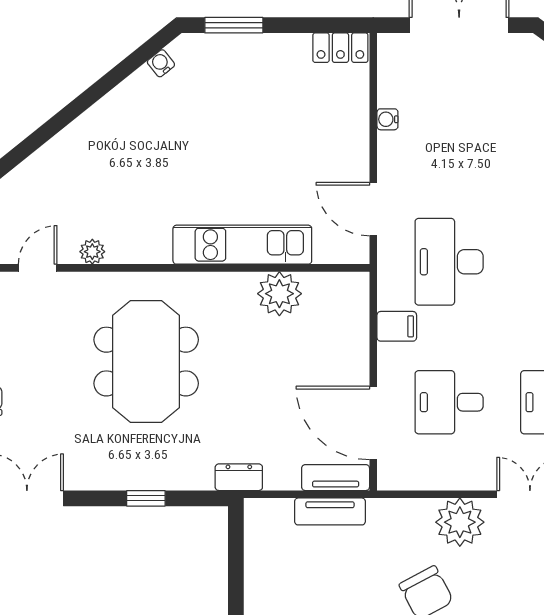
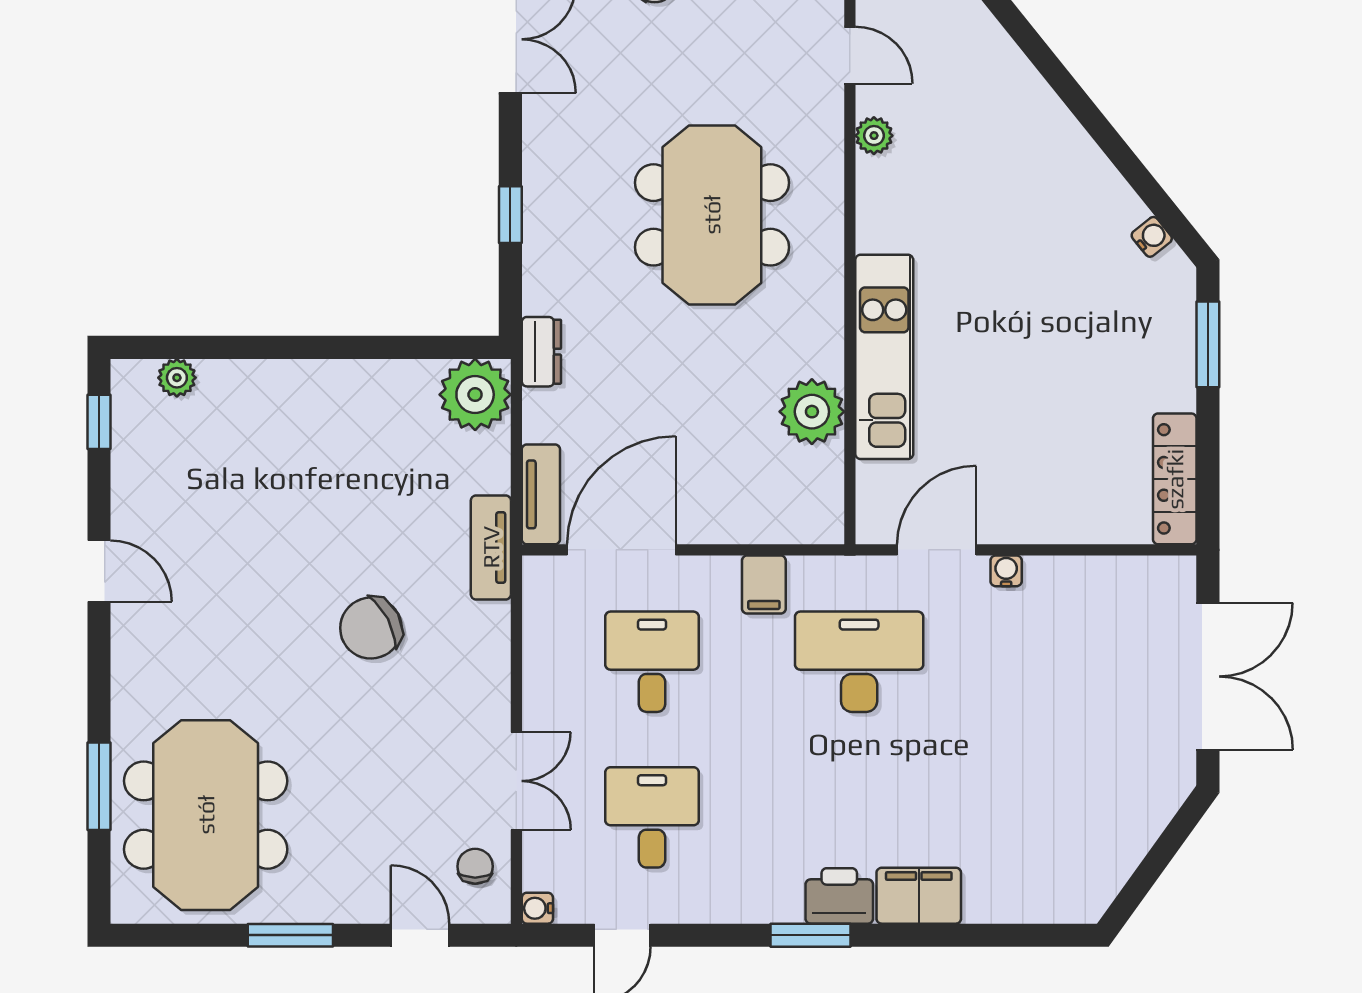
locker: (340, 48) -> (1175, 479), width x1.53
water cooler: (387, 119) -> (1006, 571), moved
meeting table: (146, 362) -> (712, 215), turned 90
tv unit: (330, 511) -> (491, 547), moved
plant: (460, 522) -> (475, 395), moved

